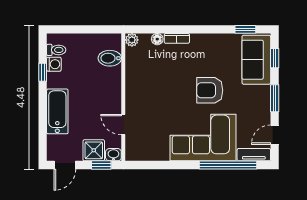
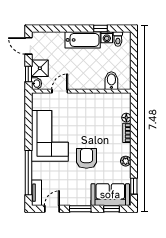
plant: (132, 40) -> (126, 161), moved
bathtub: (57, 111) -> (83, 40), moved
door: (275, 135) -> (52, 209), hinge flipped
corner sofa: (203, 138) -> (50, 136), moved

